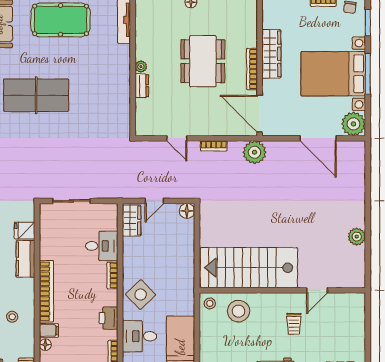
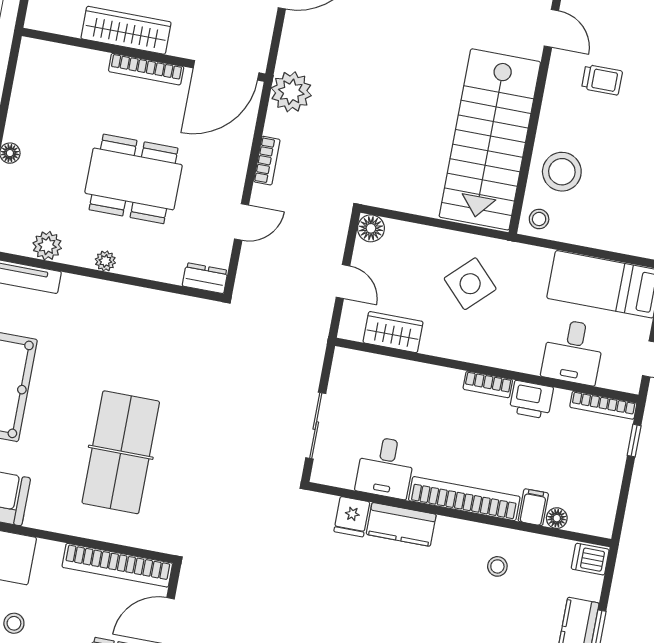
plant: (143, 33) -> (47, 246), added
dining table: (203, 61) -> (134, 179), moved
dresser: (142, 86) -> (205, 278), moved
wardrobe: (132, 221) -> (393, 332), moved
desk: (102, 246) -> (385, 467), moved, turned 180
bookcase: (112, 275) -> (488, 384), moved
side table: (141, 295) -> (470, 284), moved

